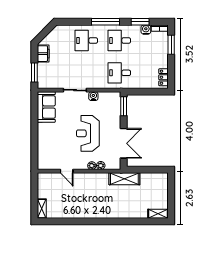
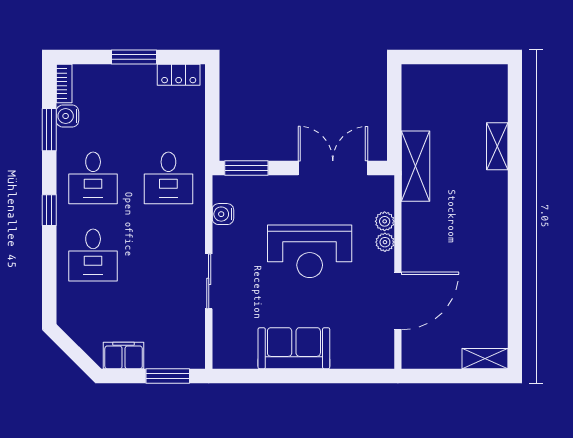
window: (105, 22) -> (49, 210), width x0.46
window: (171, 45) -> (134, 57), moved
water cooler: (93, 96) -> (223, 214), moved
sofa: (46, 107) -> (294, 348), moved
door: (67, 171) -> (398, 301), width x1.87
shelving: (158, 214) -> (497, 146), moved

